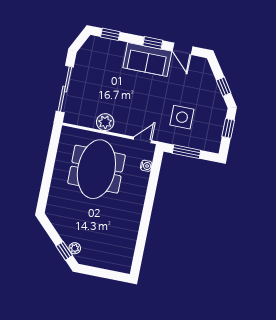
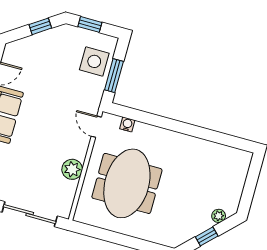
side table: (182, 117) -> (94, 61), moved
meeting table: (96, 169) -> (127, 183), turned 90
window: (64, 251) -> (207, 236), moved

